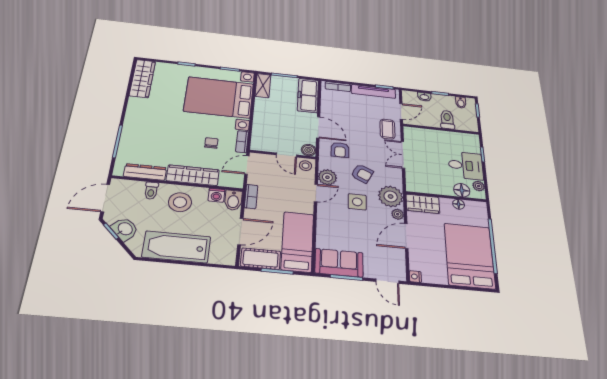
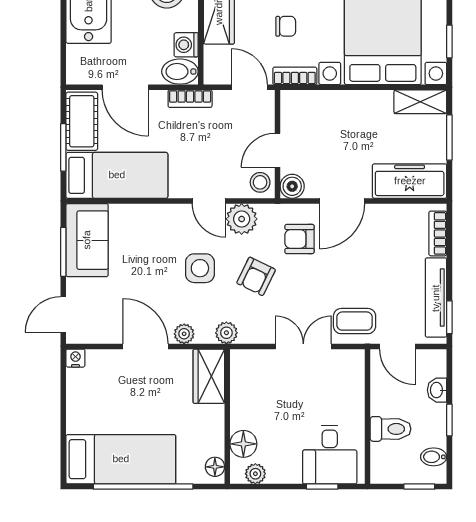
desk: (466, 166) -> (330, 455), moved
plant: (391, 196) -> (226, 333), width x0.53, depth x0.53
floor lamp: (459, 204) -> (215, 467), moved
bed: (469, 256) -> (121, 459), width x0.67

